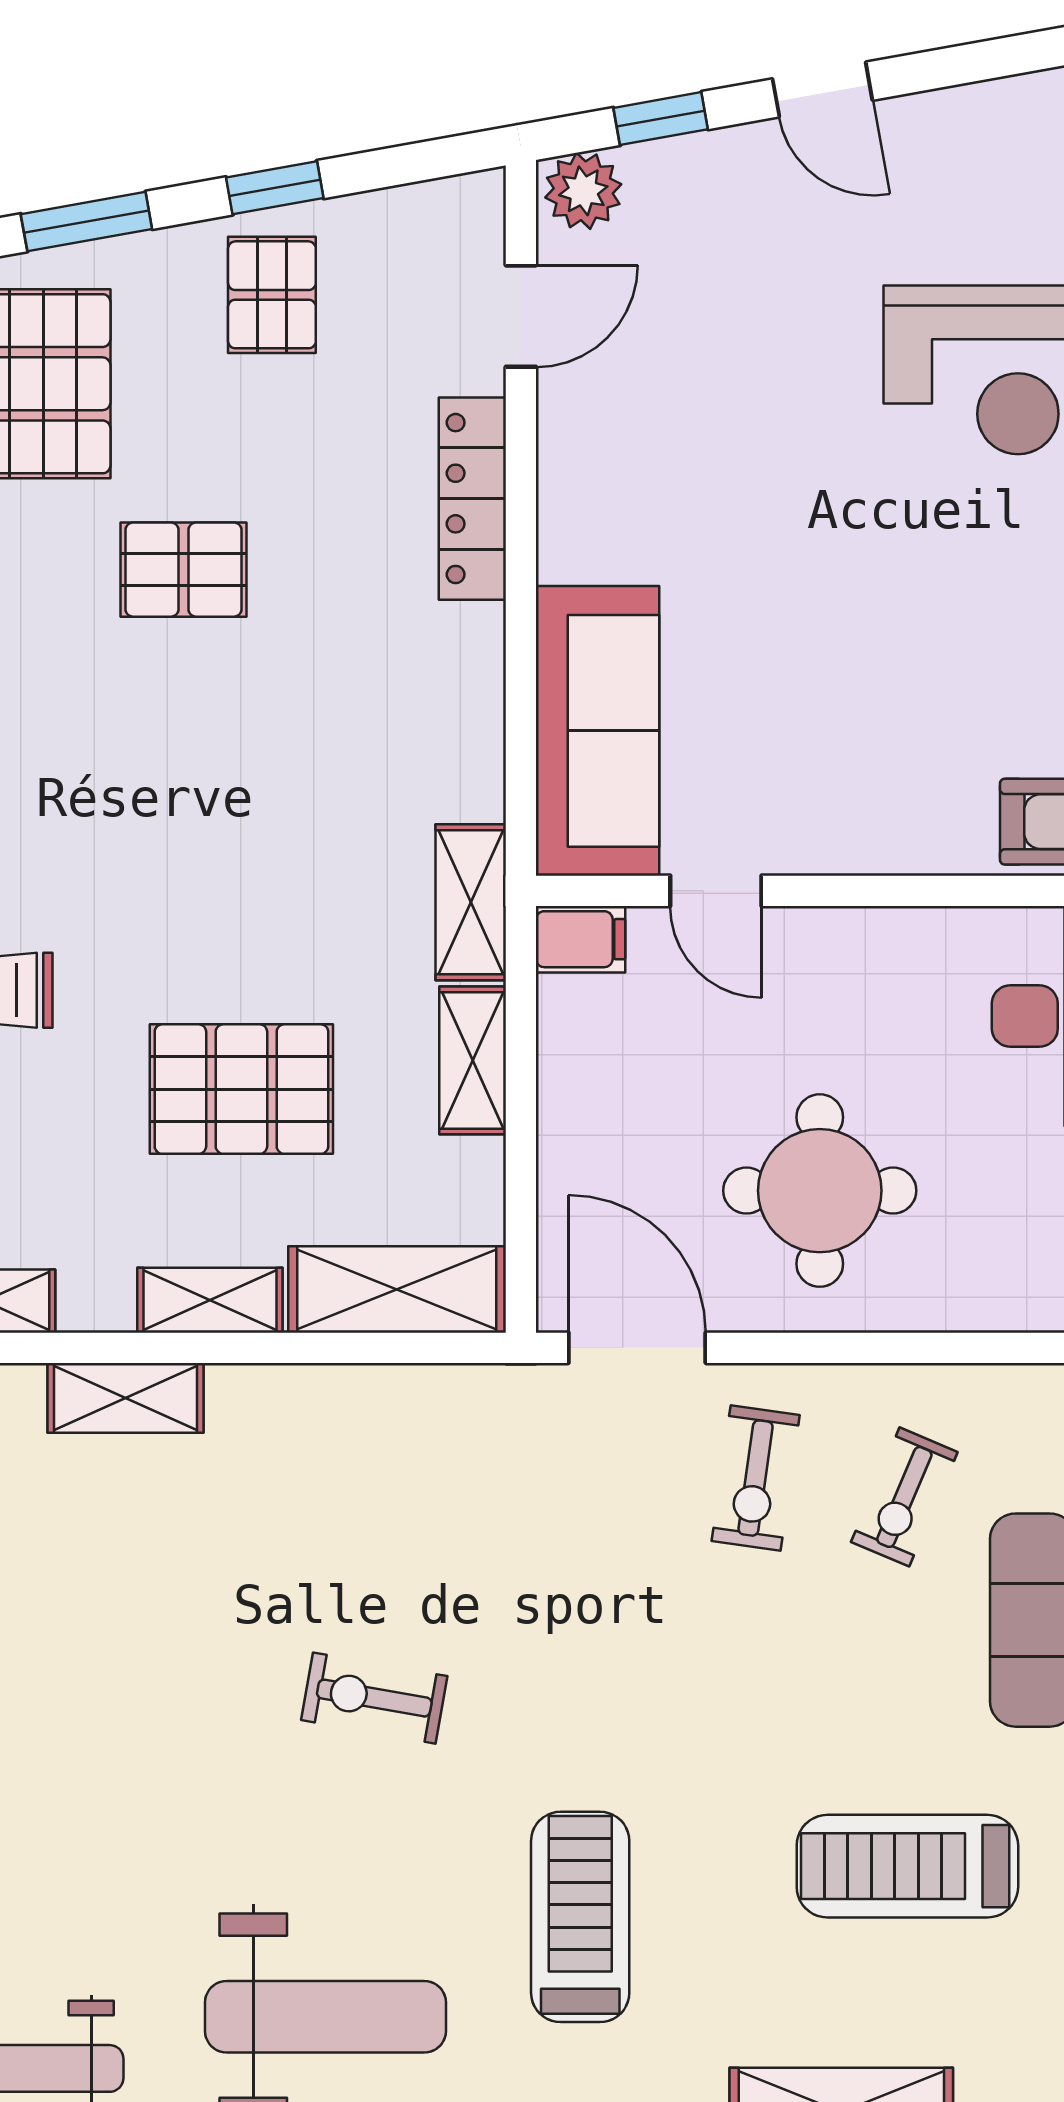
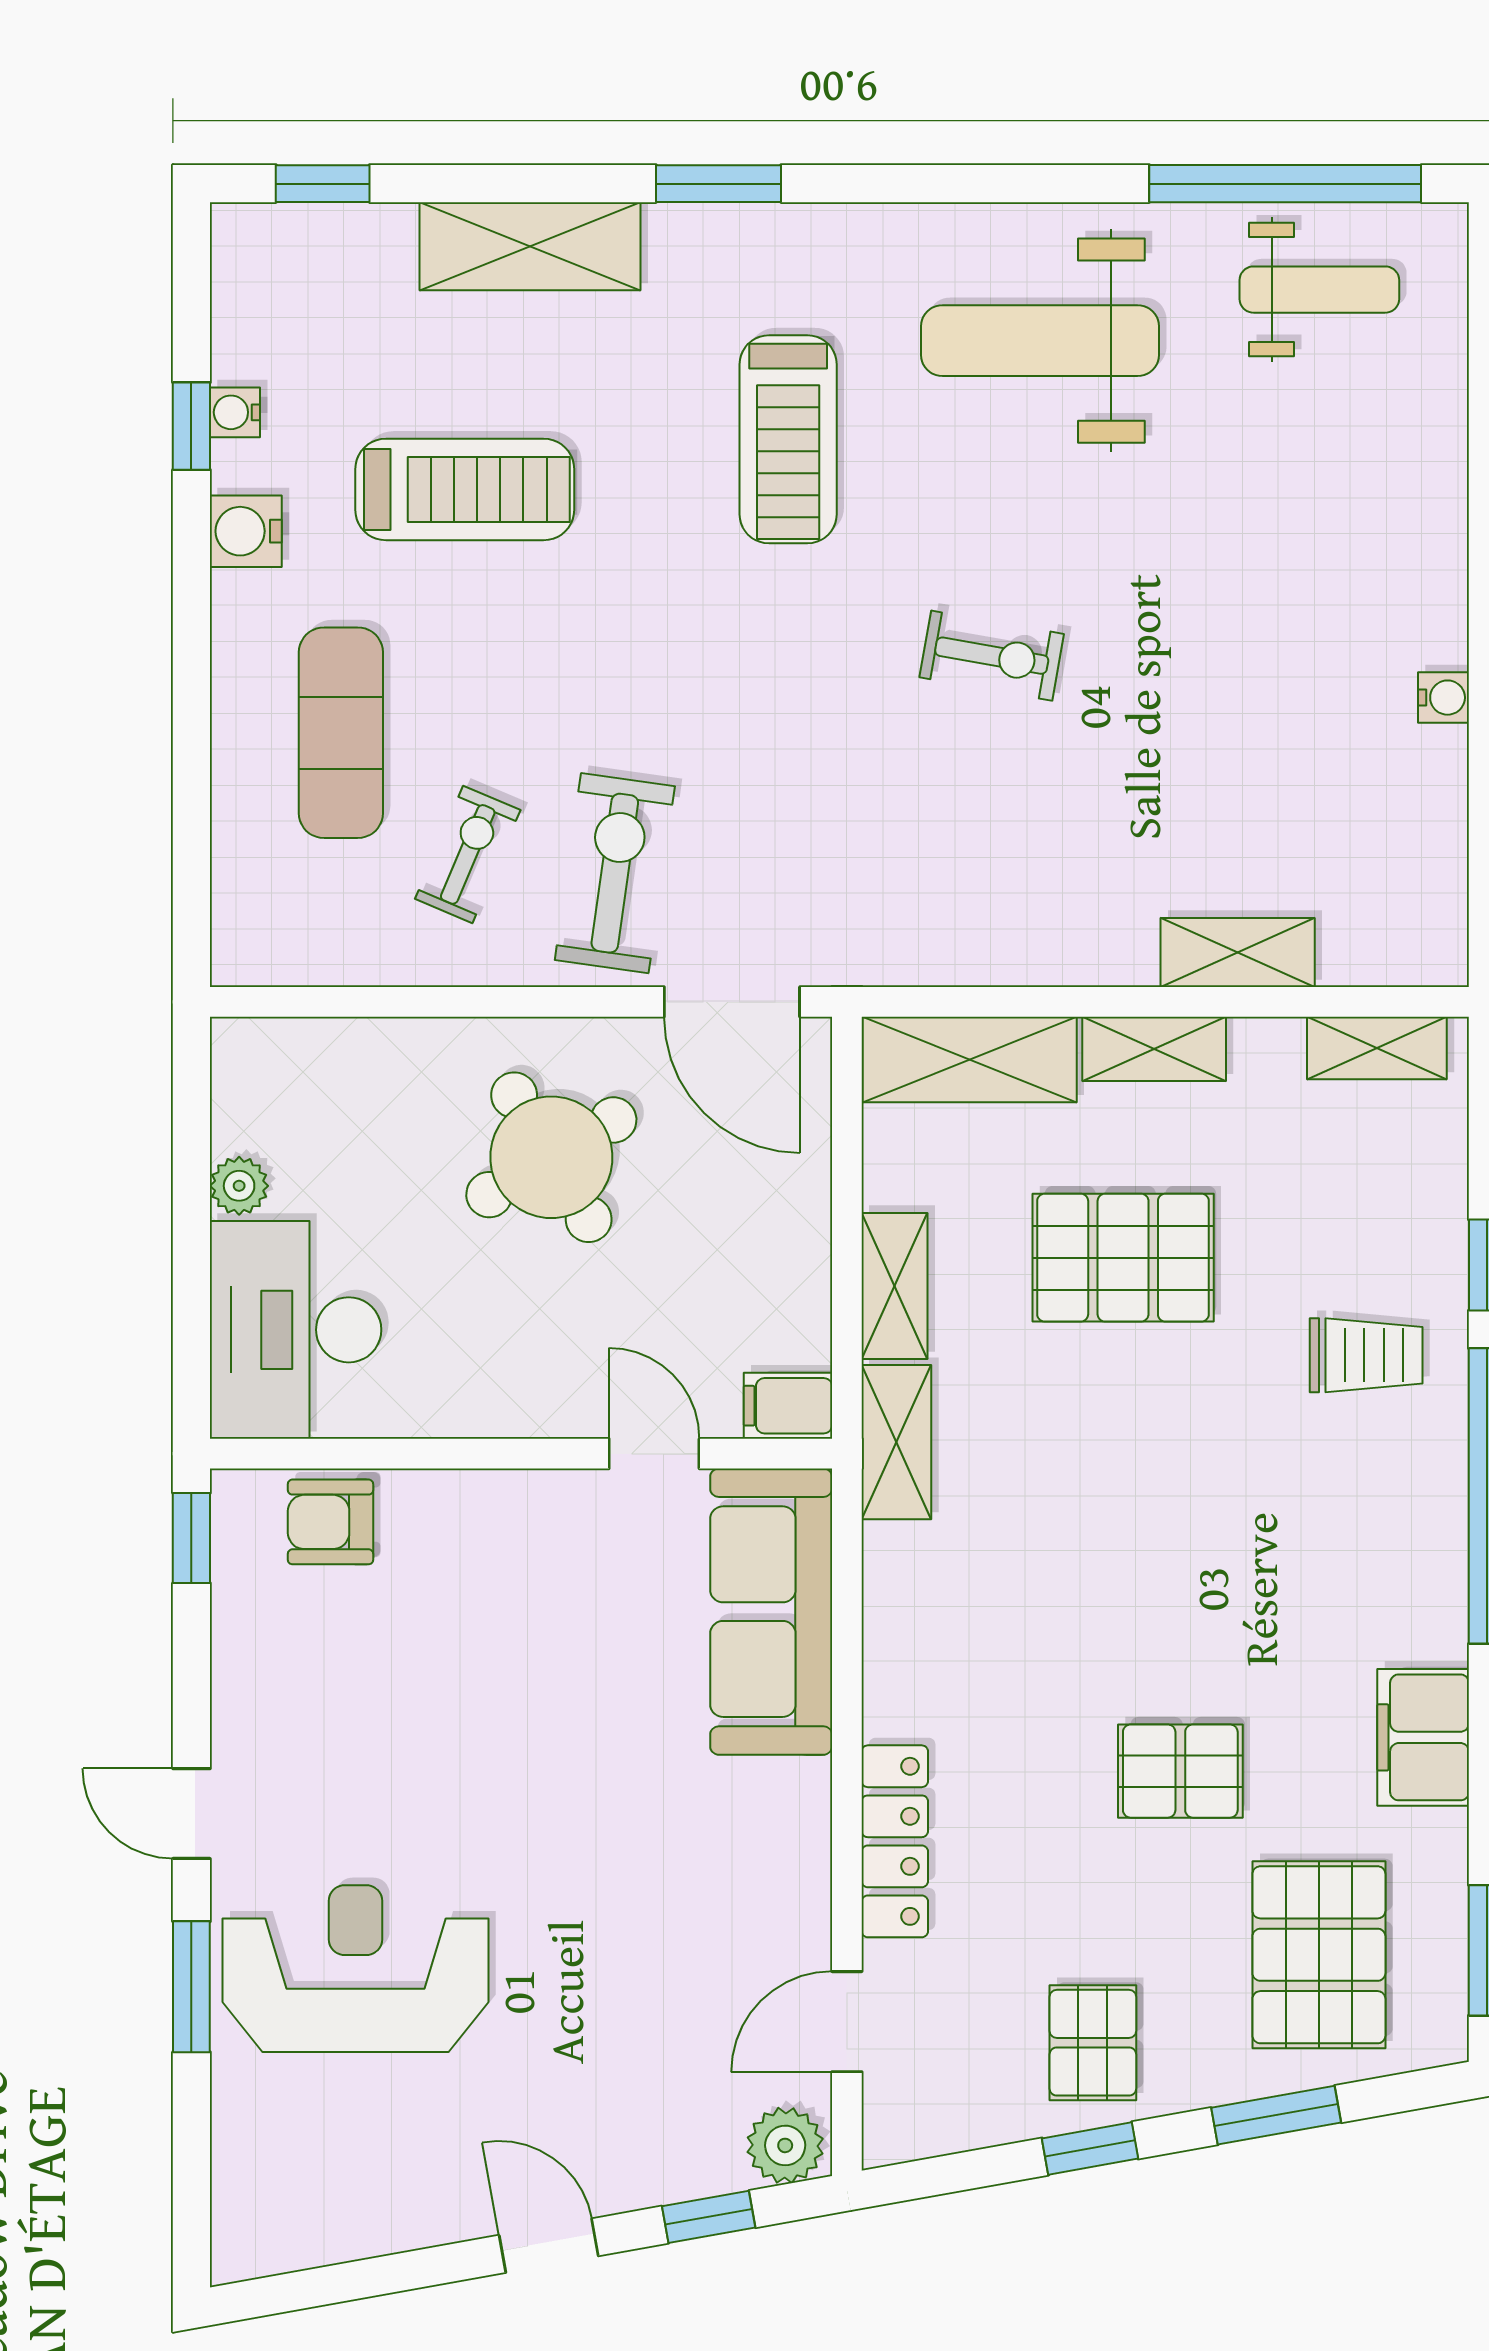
round table: (820, 1191) -> (551, 1157), turned -31
exercise bike: (756, 1478) -> (615, 873), width x1.38, depth x1.39

